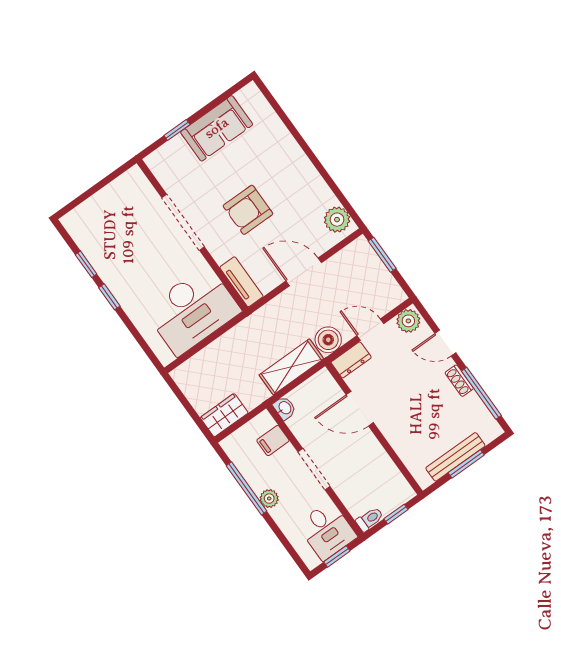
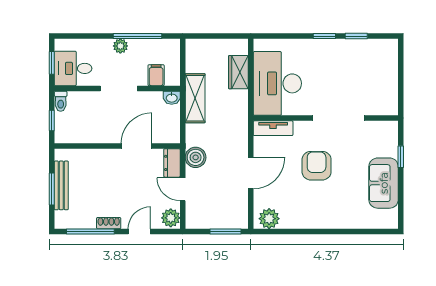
door: (370, 330) -> (183, 189), swing flipped
shelving: (291, 367) -> (195, 98), moved
wardrobe: (224, 415) -> (238, 72), moved, turned 180

